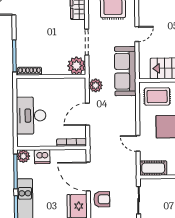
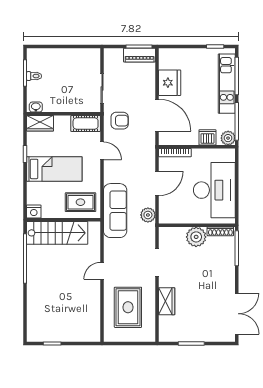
plant: (76, 66) -> (196, 237), moved
sofa: (125, 71) -> (115, 211), moved
desk: (31, 116) -> (214, 190), width x1.36, depth x1.30
armchair: (102, 199) -> (120, 121), moved, turned 180

